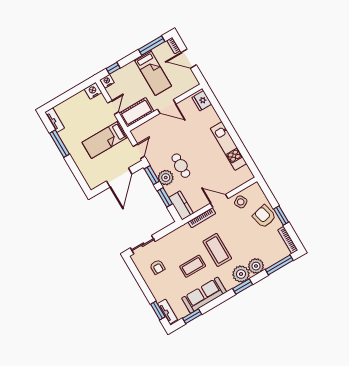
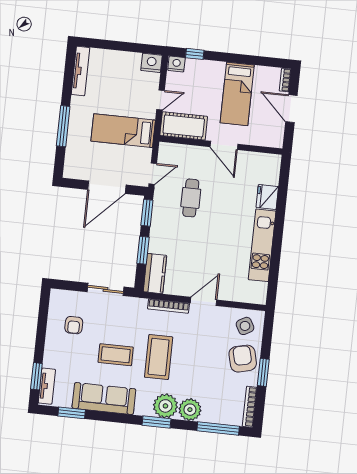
window: (152, 46) -> (259, 61), removed
fridge: (202, 101) -> (267, 197), moved
tv unit: (55, 120) -> (80, 71), width x1.41
window: (60, 144) -> (63, 126), moved
cafe table: (181, 166) -> (191, 198), moved
plant: (166, 178) -> (161, 228), removed
door: (219, 201) -> (204, 301), hinge flipped
side table: (241, 202) -> (245, 326), moved
sliding door: (143, 245) -> (106, 289), moved

